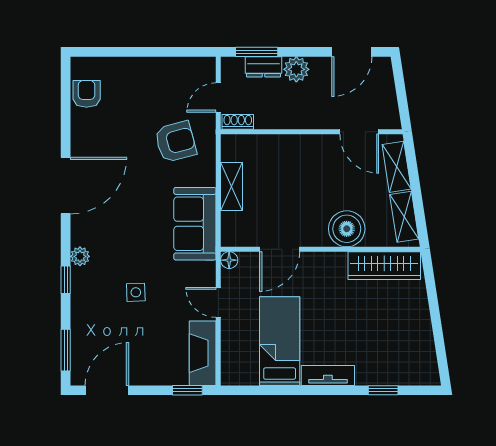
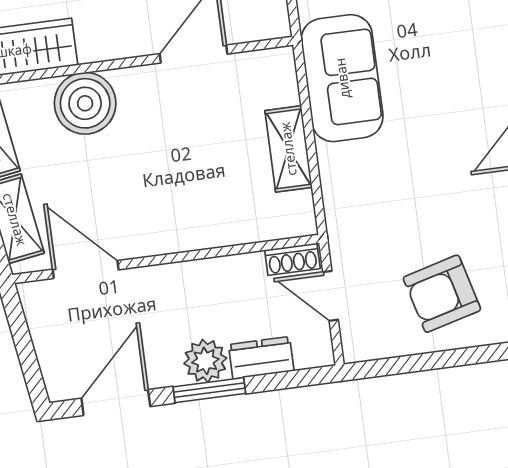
window: (257, 52) -> (209, 390), moved
door: (218, 98) -> (331, 296), swing flipped
armchair: (176, 142) -> (442, 294), moved
floor lamp: (229, 260) -> (276, 24), removed

